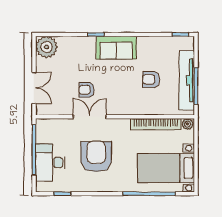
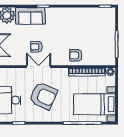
sofa: (116, 48) -> (30, 16), moved
armchair: (151, 79) -> (76, 55), moved
tv unit: (187, 80) -> (110, 40), removed
armchair: (96, 157) -> (43, 96), turned 114

